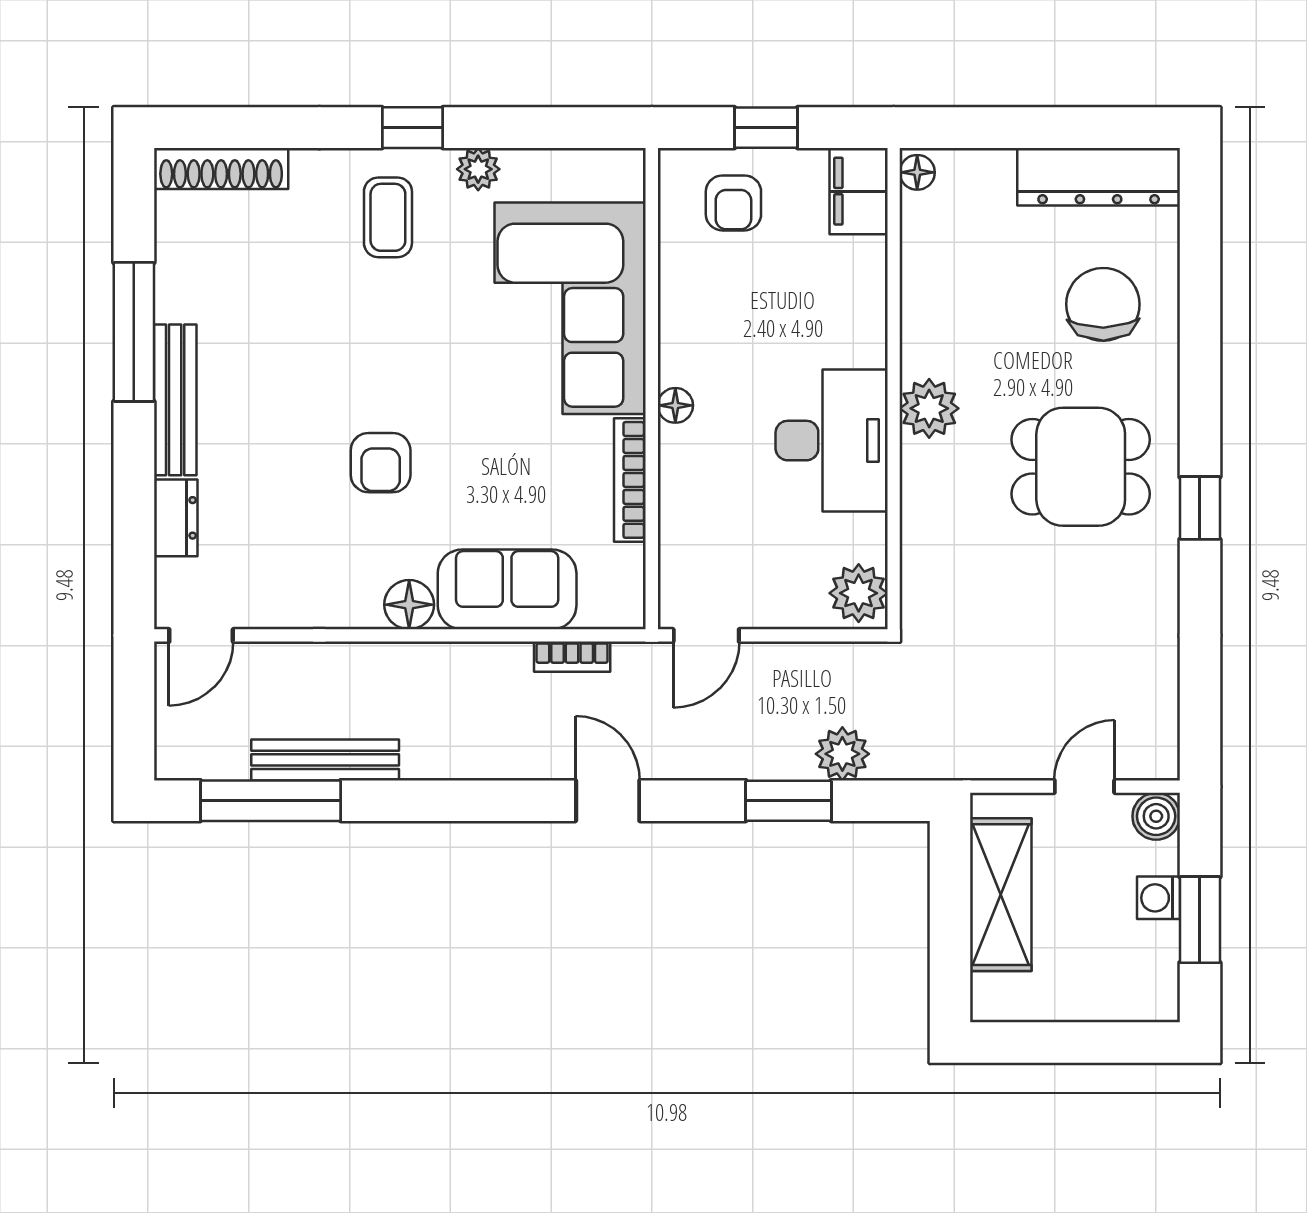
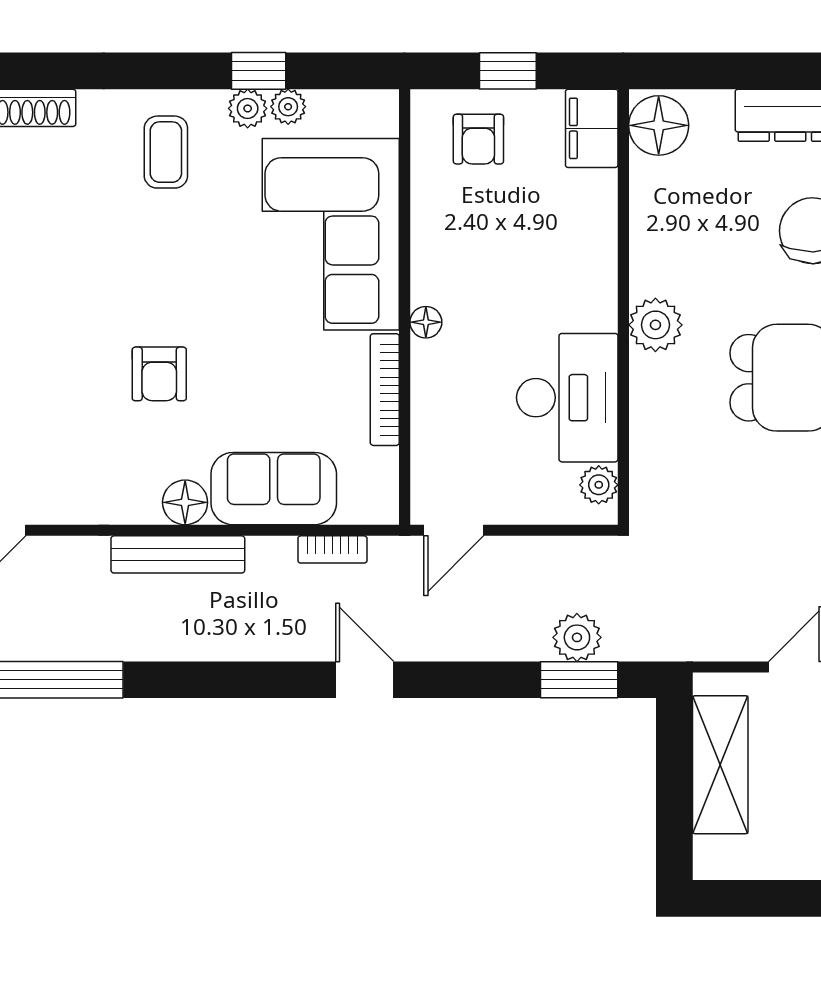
window: (412, 128) -> (259, 71), moved
plant: (523, 167) -> (288, 107), added
floor lamp: (917, 172) -> (659, 125), width x1.89, depth x1.89
desk: (832, 441) -> (567, 398), moved
plant: (859, 593) -> (599, 485), width x0.73, depth x0.73
bench: (325, 760) -> (178, 554), moved
window: (788, 801) -> (579, 680), moved

